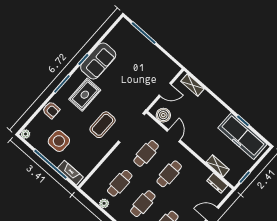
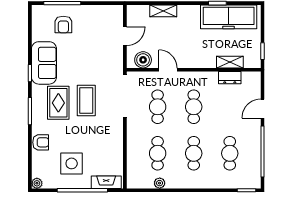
armchair: (132, 47) -> (63, 24), added
shelving: (192, 85) -> (163, 11), moved
coffee table: (103, 125) -> (86, 100), moved
dresser: (217, 183) -> (230, 78), moved

